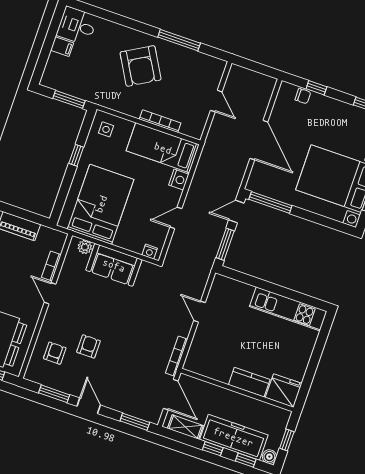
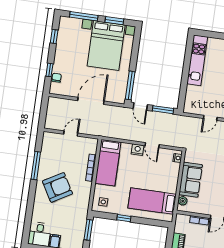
nightstand: (179, 180) -> (138, 150), moved
bed: (101, 204) -> (152, 201), width x0.67

